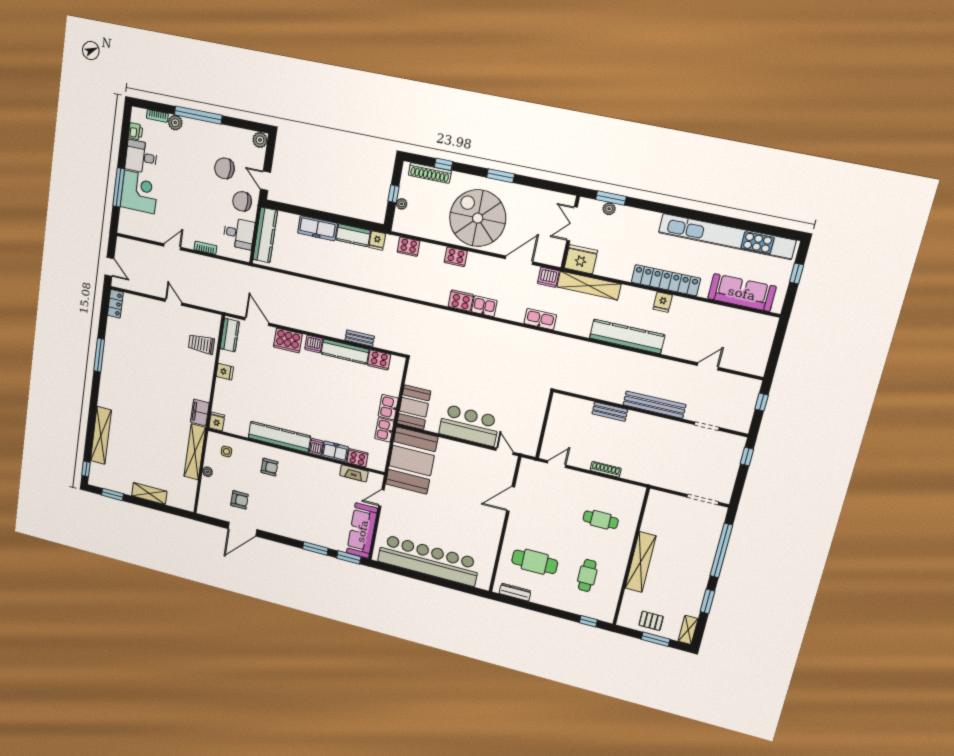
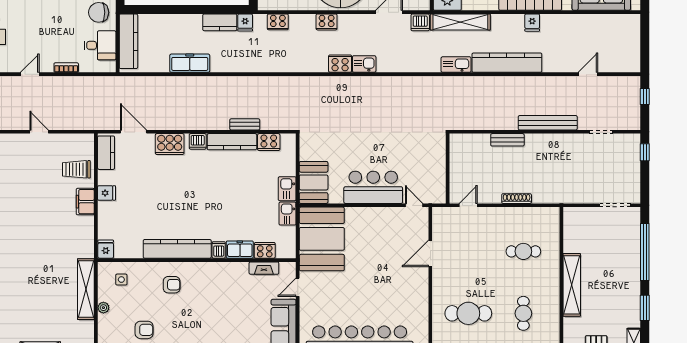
freezer: (317, 228) -> (190, 63), moved, turned 180
kitchen sink: (540, 319) -> (456, 65), moved
filing cabinet: (200, 413) -> (85, 202), moved

